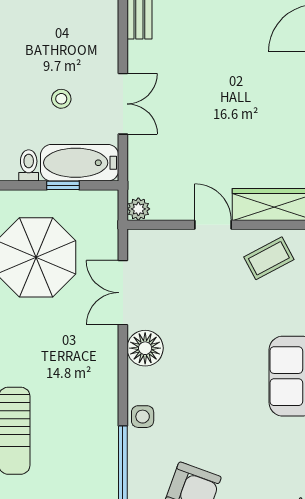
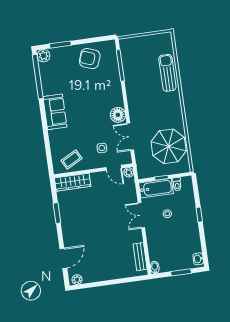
door: (213, 225) -> (114, 168), moved
double door: (123, 293) -> (130, 137), swing flipped
side table: (143, 417) -> (102, 148), moved

